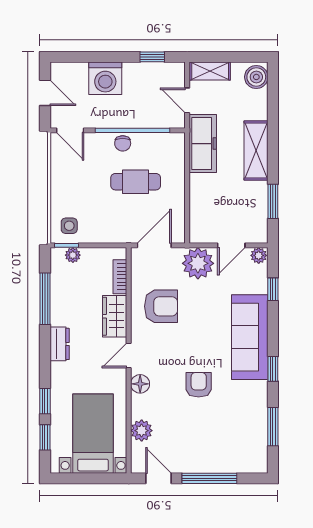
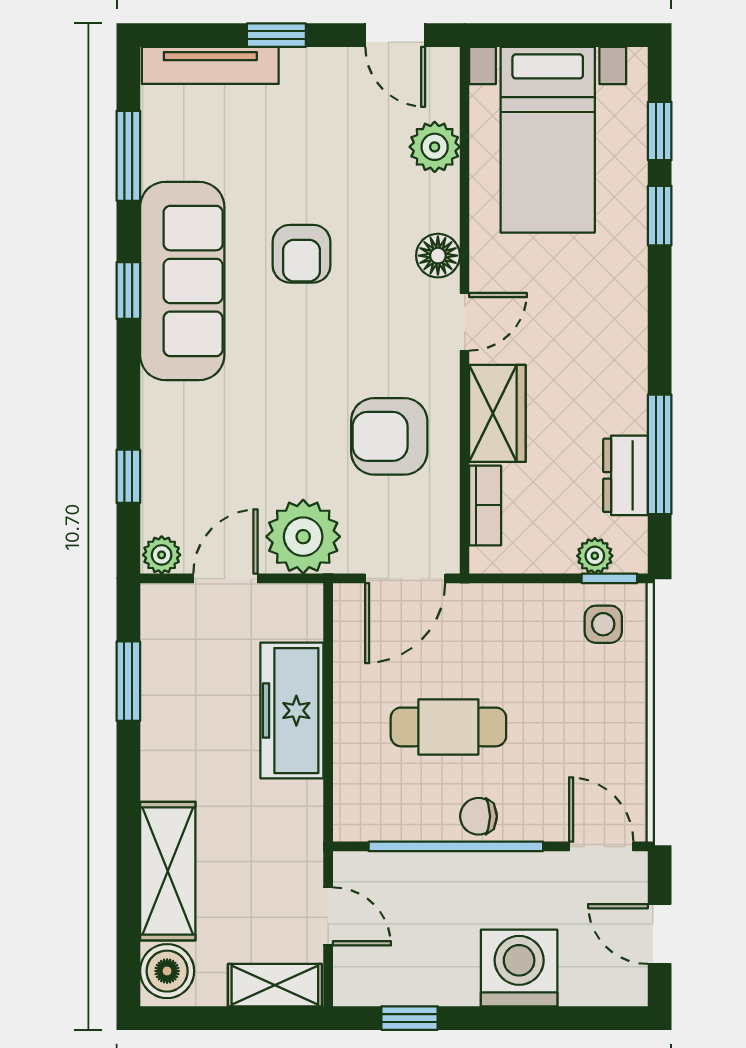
chair: (123, 143) -> (478, 816), turned -90
freezer: (203, 144) -> (292, 711), moved
shelving: (256, 151) -> (168, 871), moved
sofa: (250, 337) -> (182, 281), moved
dresser: (60, 344) -> (626, 475), moved
tv unit: (238, 465) -> (210, 65), added
window: (209, 478) -> (276, 35), width x0.46

